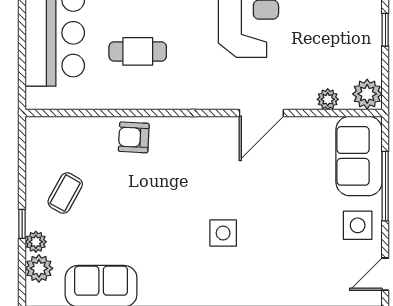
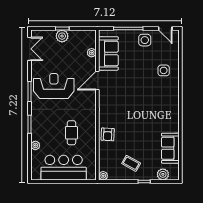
plant: (367, 94) -> (62, 36), moved
door: (261, 113) -> (97, 81), swing flipped
sofa: (359, 156) -> (108, 53), moved, turned -90
side table: (223, 233) -> (164, 70), moved
plant: (36, 242) -> (103, 176), moved

